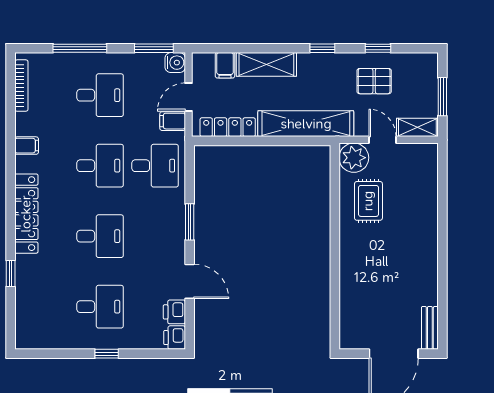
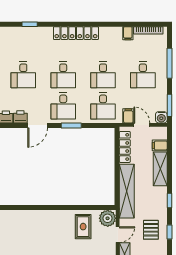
filing cabinet: (27, 146) -> (128, 33), moved
rug: (368, 201) -> (83, 227), turned 90
desk: (155, 236) -> (63, 106), added
window: (11, 274) -> (30, 24), moved

